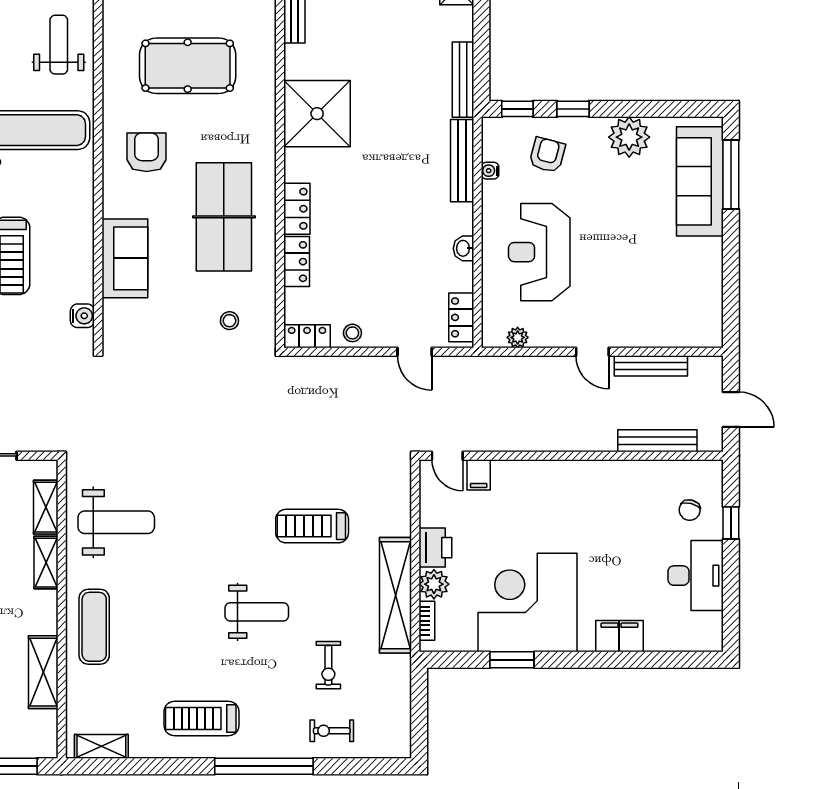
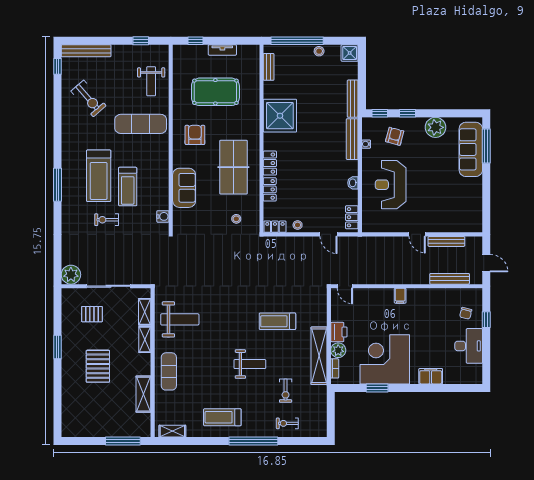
weight bench: (59, 45) -> (151, 81), turned 180
plant: (518, 337) -> (380, 227), removed
filing cabinet: (479, 475) -> (400, 296), moved

